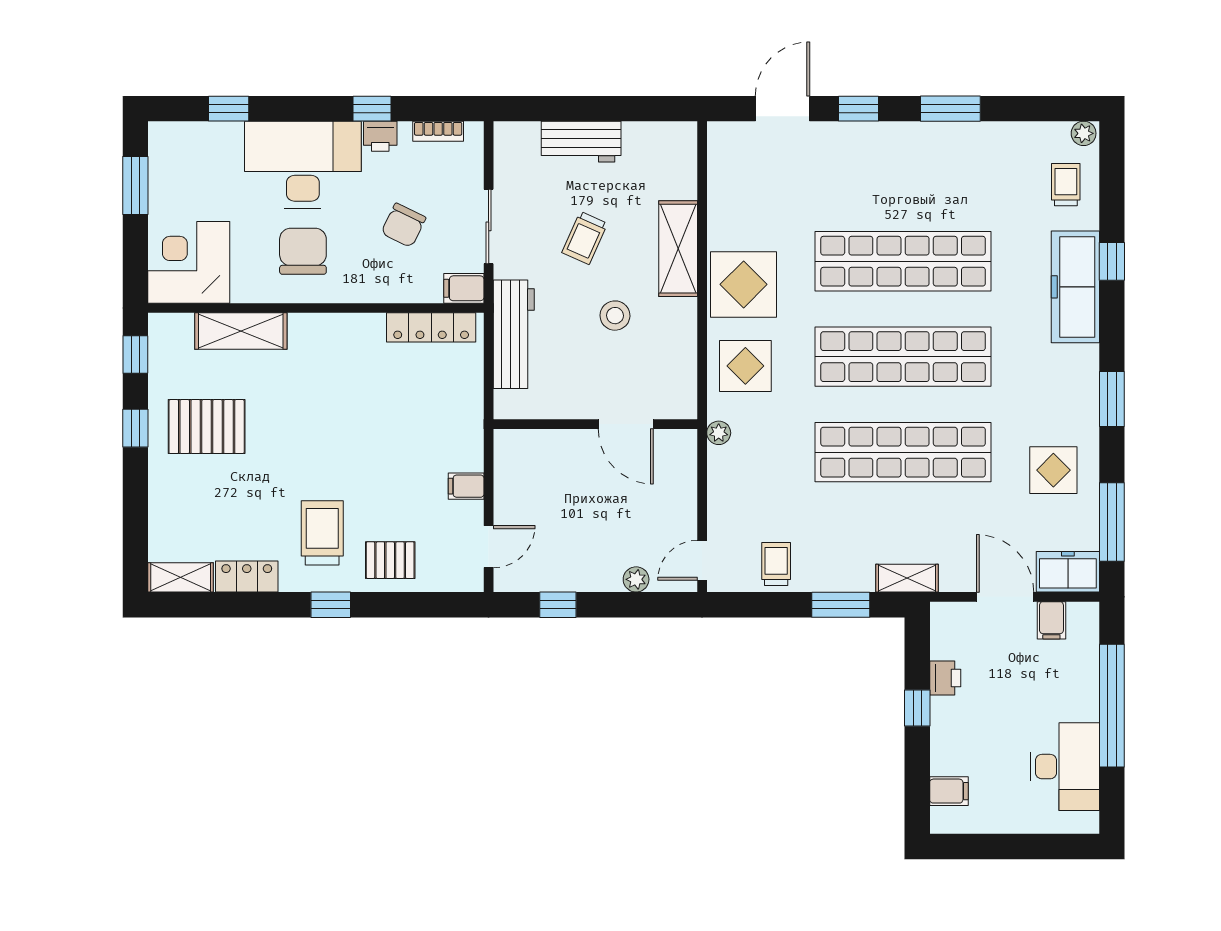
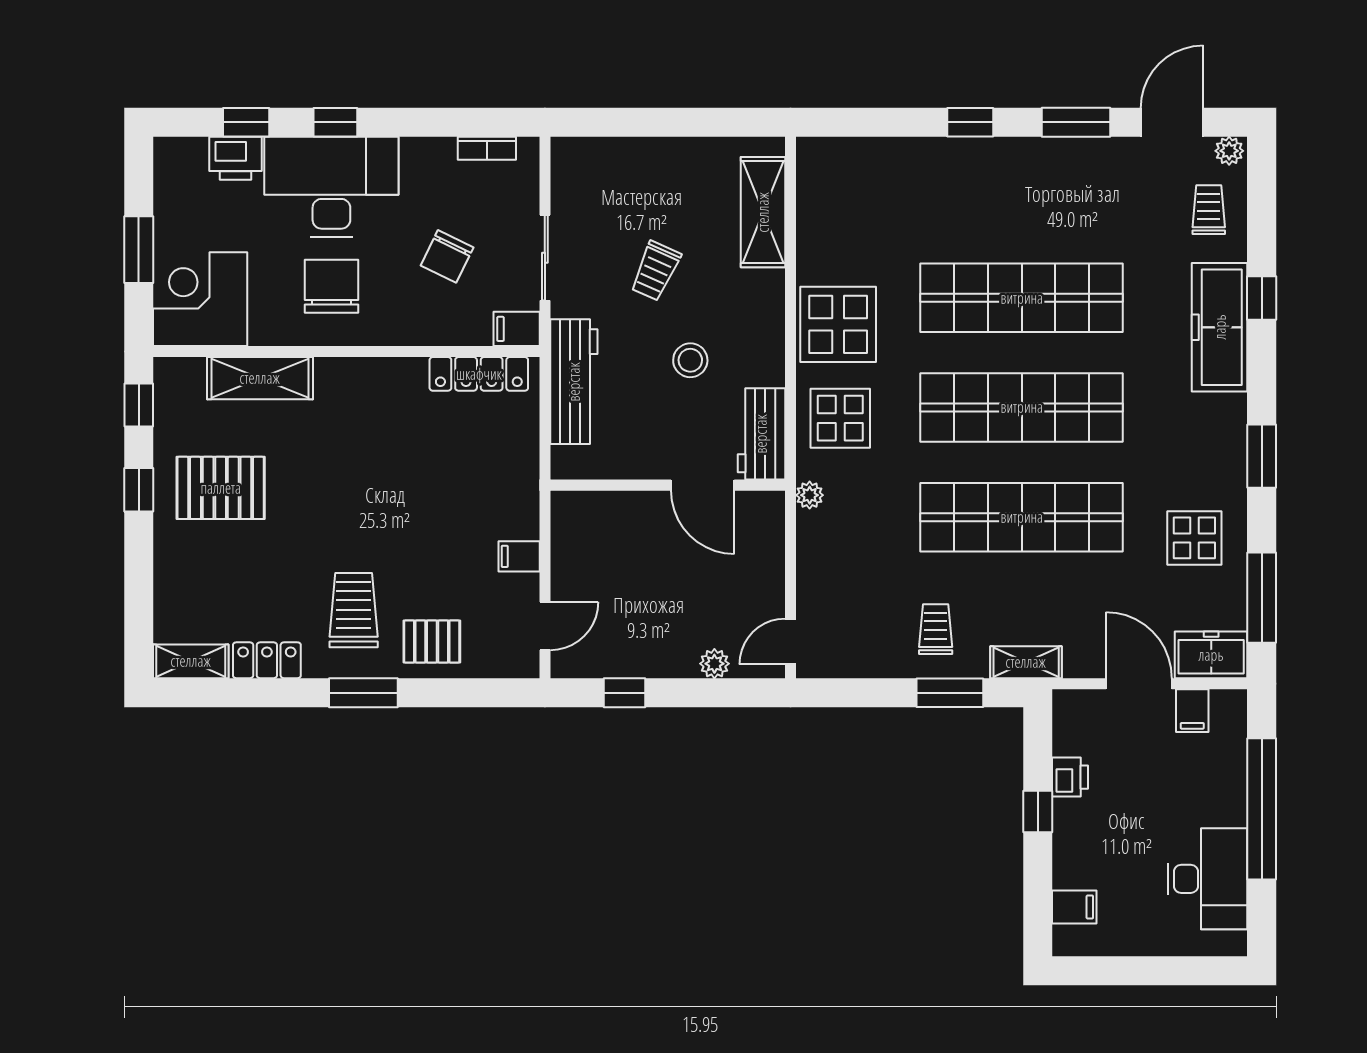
window: (372, 109) -> (335, 122), moved
door: (783, 109) -> (1172, 122), moved
printer: (380, 136) -> (235, 158), moved, width x1.36, depth x1.24
workbench: (581, 142) -> (761, 434), moved, turned 90
window: (135, 185) -> (139, 250), moved
shelving: (678, 249) -> (763, 212), moved
trolley: (776, 564) -> (936, 629), moved
window: (331, 605) -> (363, 693), width x1.50

